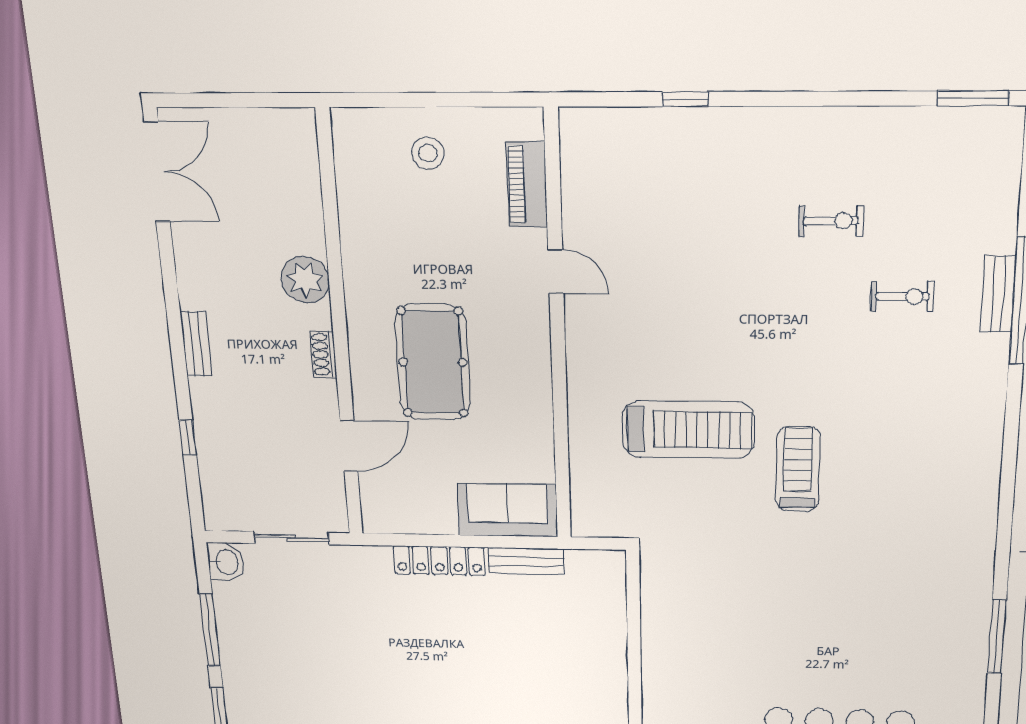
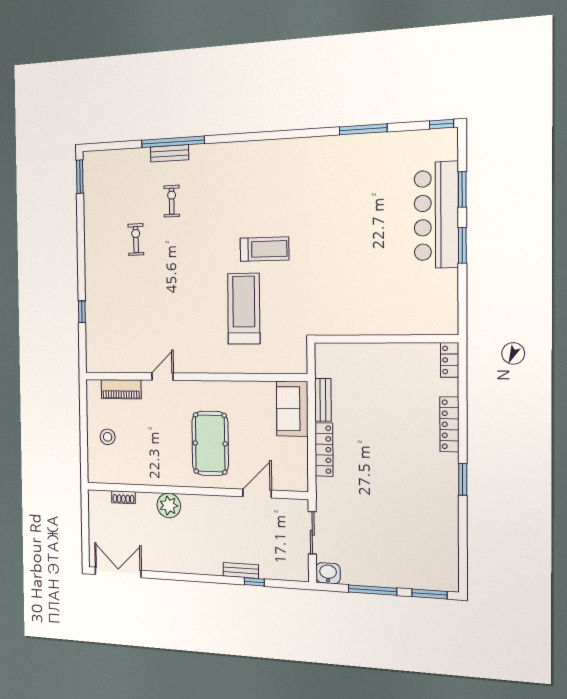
bench: (196, 344) -> (241, 571), moved
shoe rack: (323, 355) -> (123, 497), moved
pool table: (433, 362) -> (210, 443), turned 90
door: (349, 446) -> (257, 493), hinge flipped
treadmill: (798, 469) -> (264, 249), turned 180

